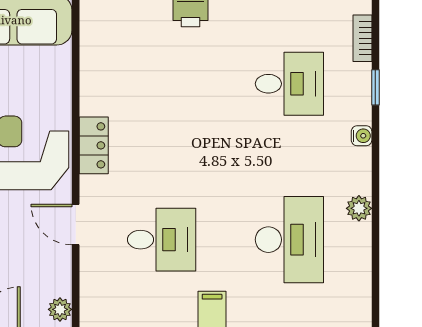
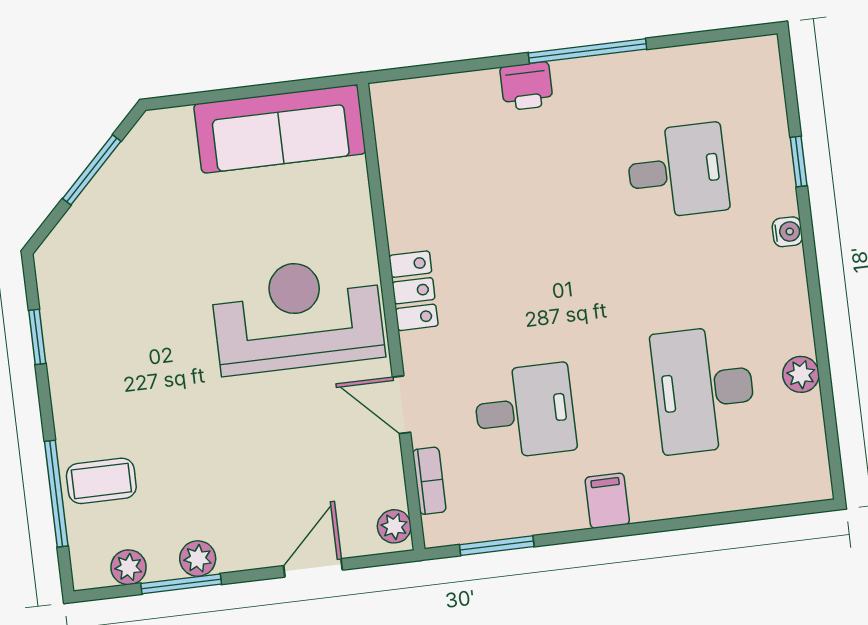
bookcase: (362, 38) -> (429, 481), moved, turned 180
plant: (359, 208) -> (801, 374), moved
desk: (289, 240) -> (704, 390), turned 180

